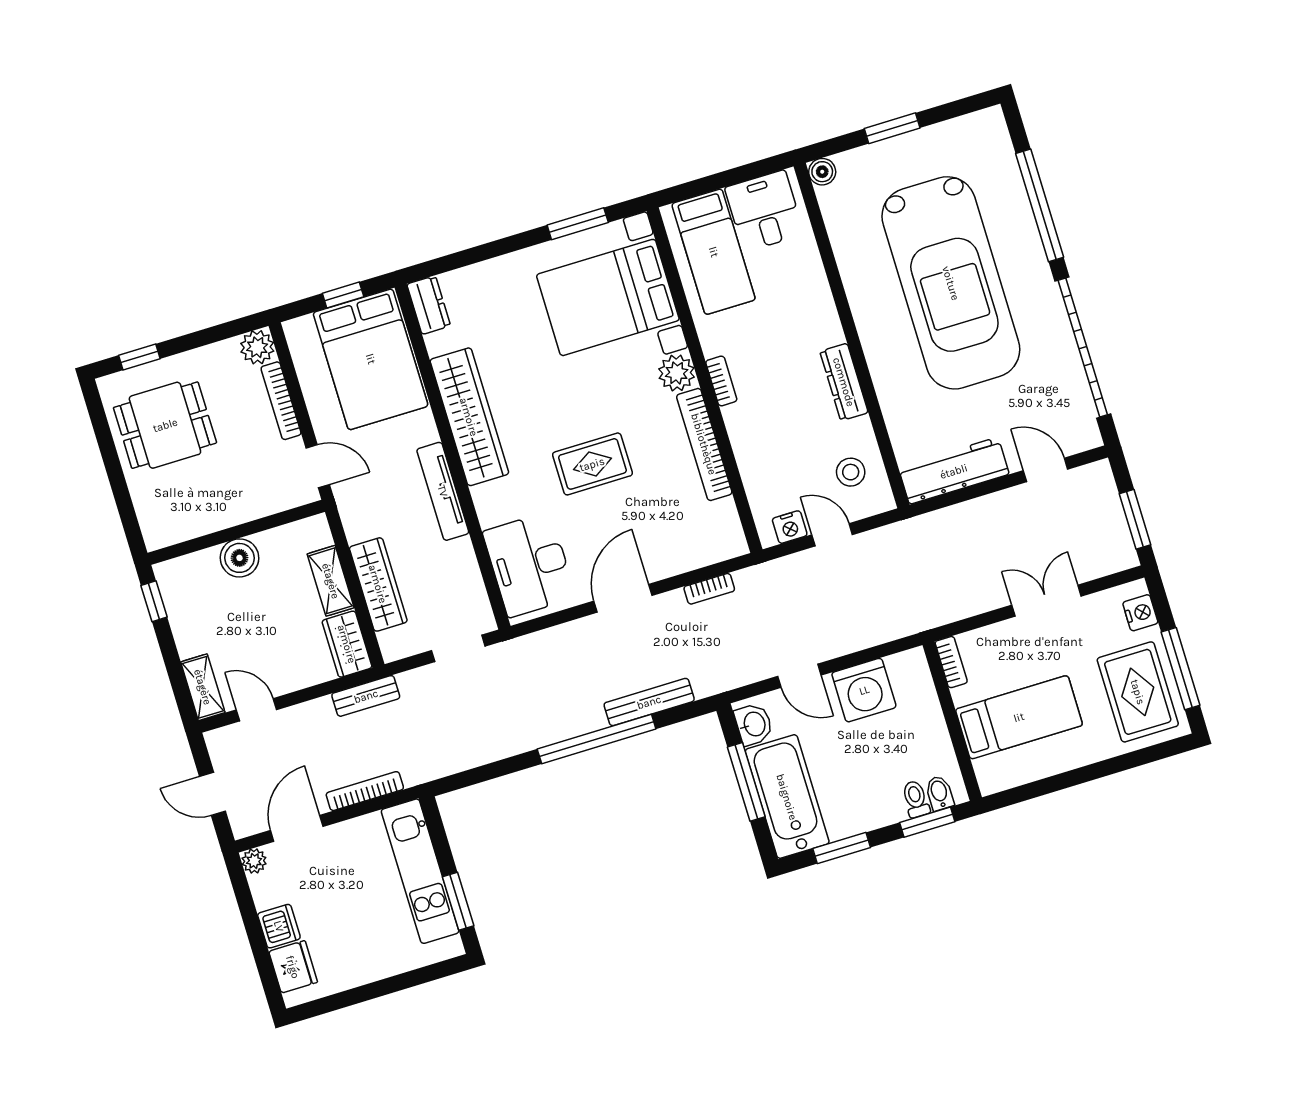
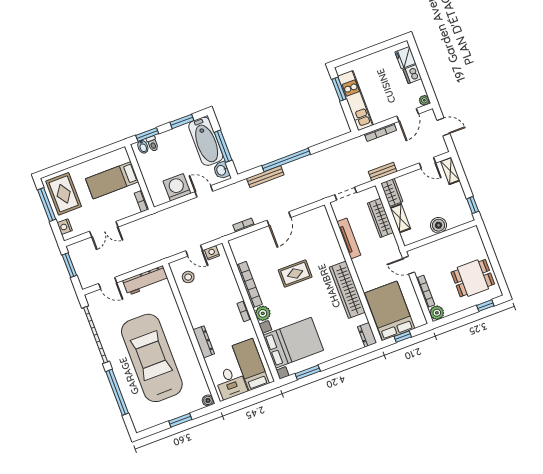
dresser: (844, 382) -> (204, 342), moved
tv unit: (443, 491) -> (349, 238), moved
desk: (529, 565) -> (319, 230), removed

